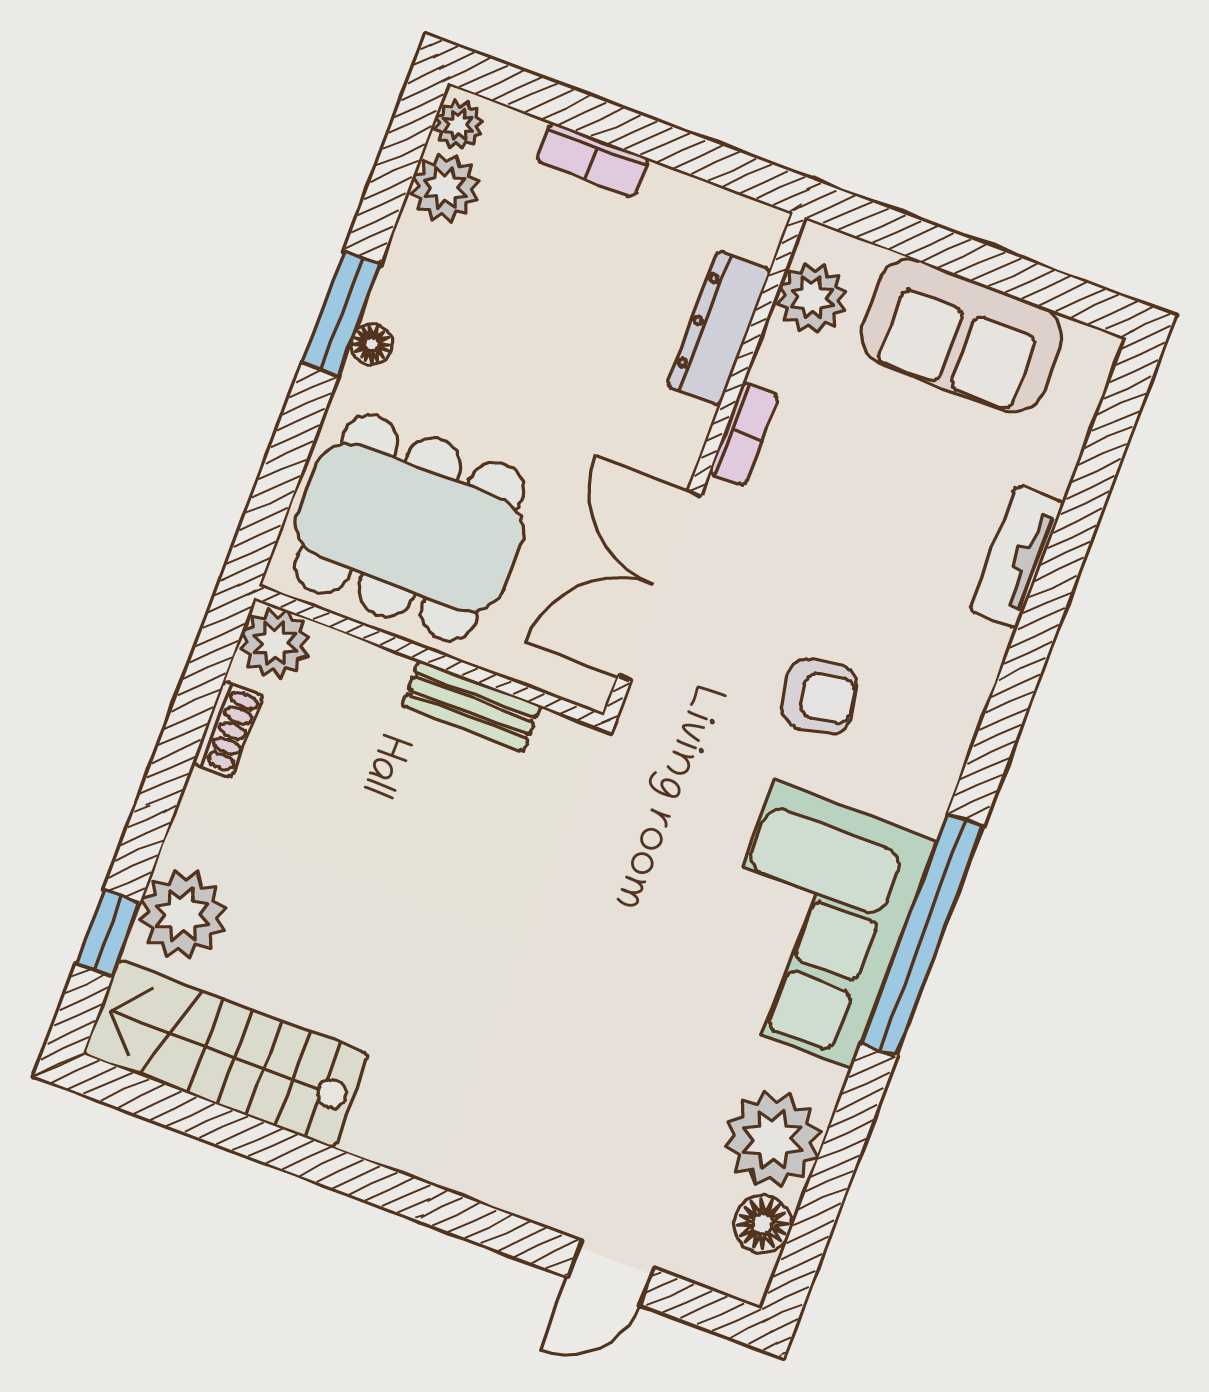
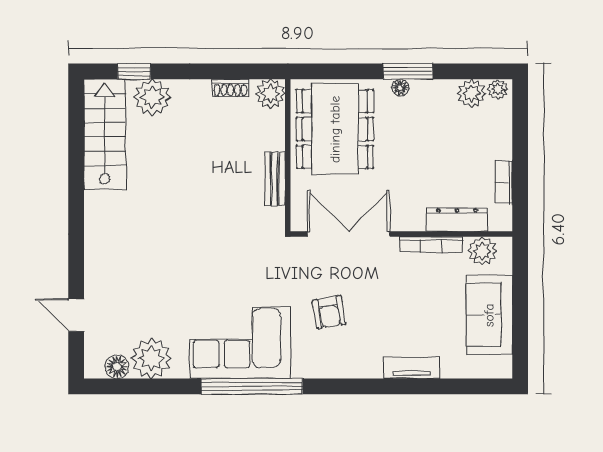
bookcase: (592, 160) -> (504, 182), moved
bookcase: (744, 434) -> (431, 245), width x1.56

